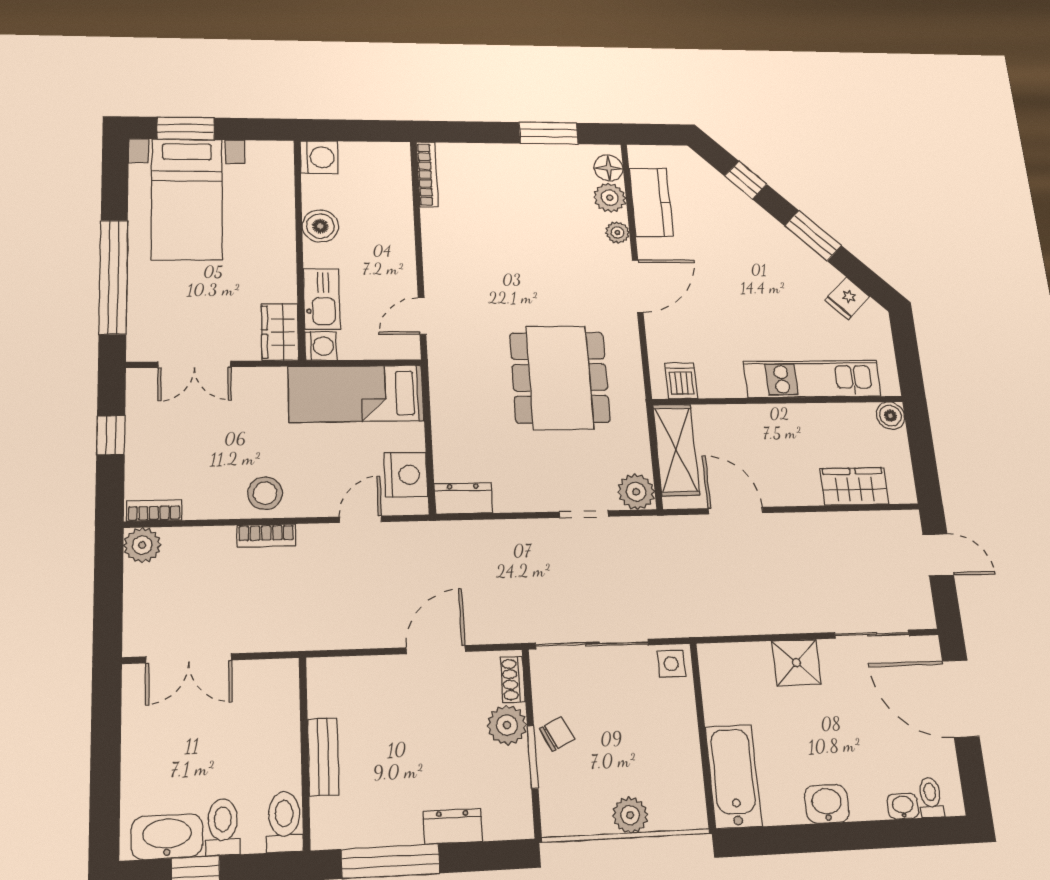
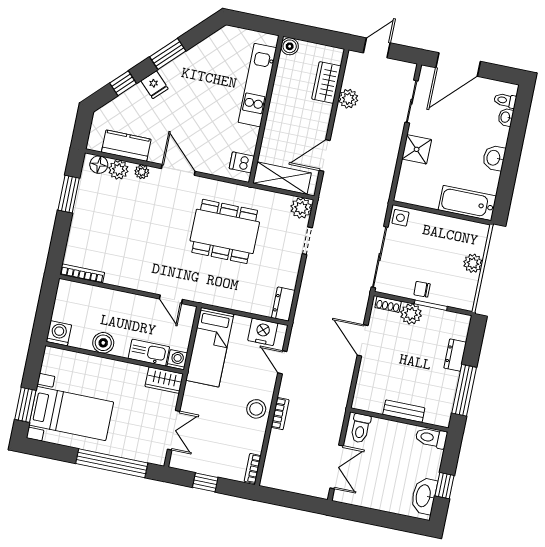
fridge: (847, 298) -> (155, 85), moved
plant: (142, 545) -> (348, 99), moved
chair: (557, 734) -> (422, 289), turned -64
toilet: (223, 827) -> (360, 428), moved, turned -90

